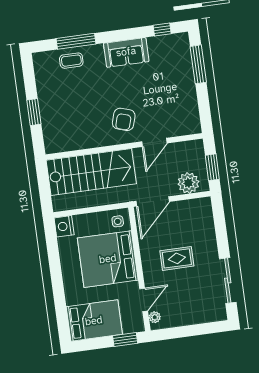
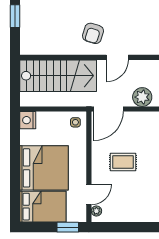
bed: (108, 259) -> (44, 168), moved, turned 180

